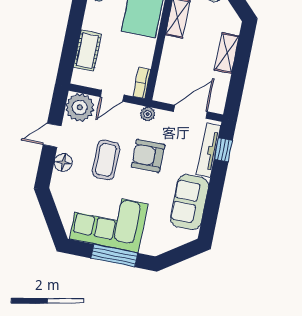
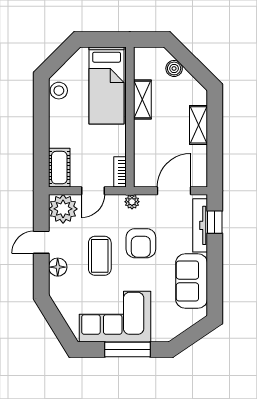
cot: (87, 51) -> (59, 168), moved
armchair: (148, 156) -> (141, 243), turned -90

